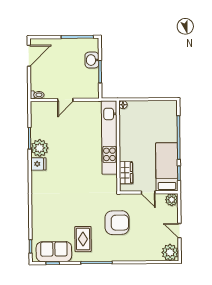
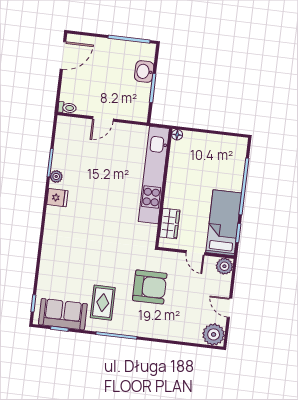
plant: (40, 148) -> (56, 176), width x0.53, depth x0.53

